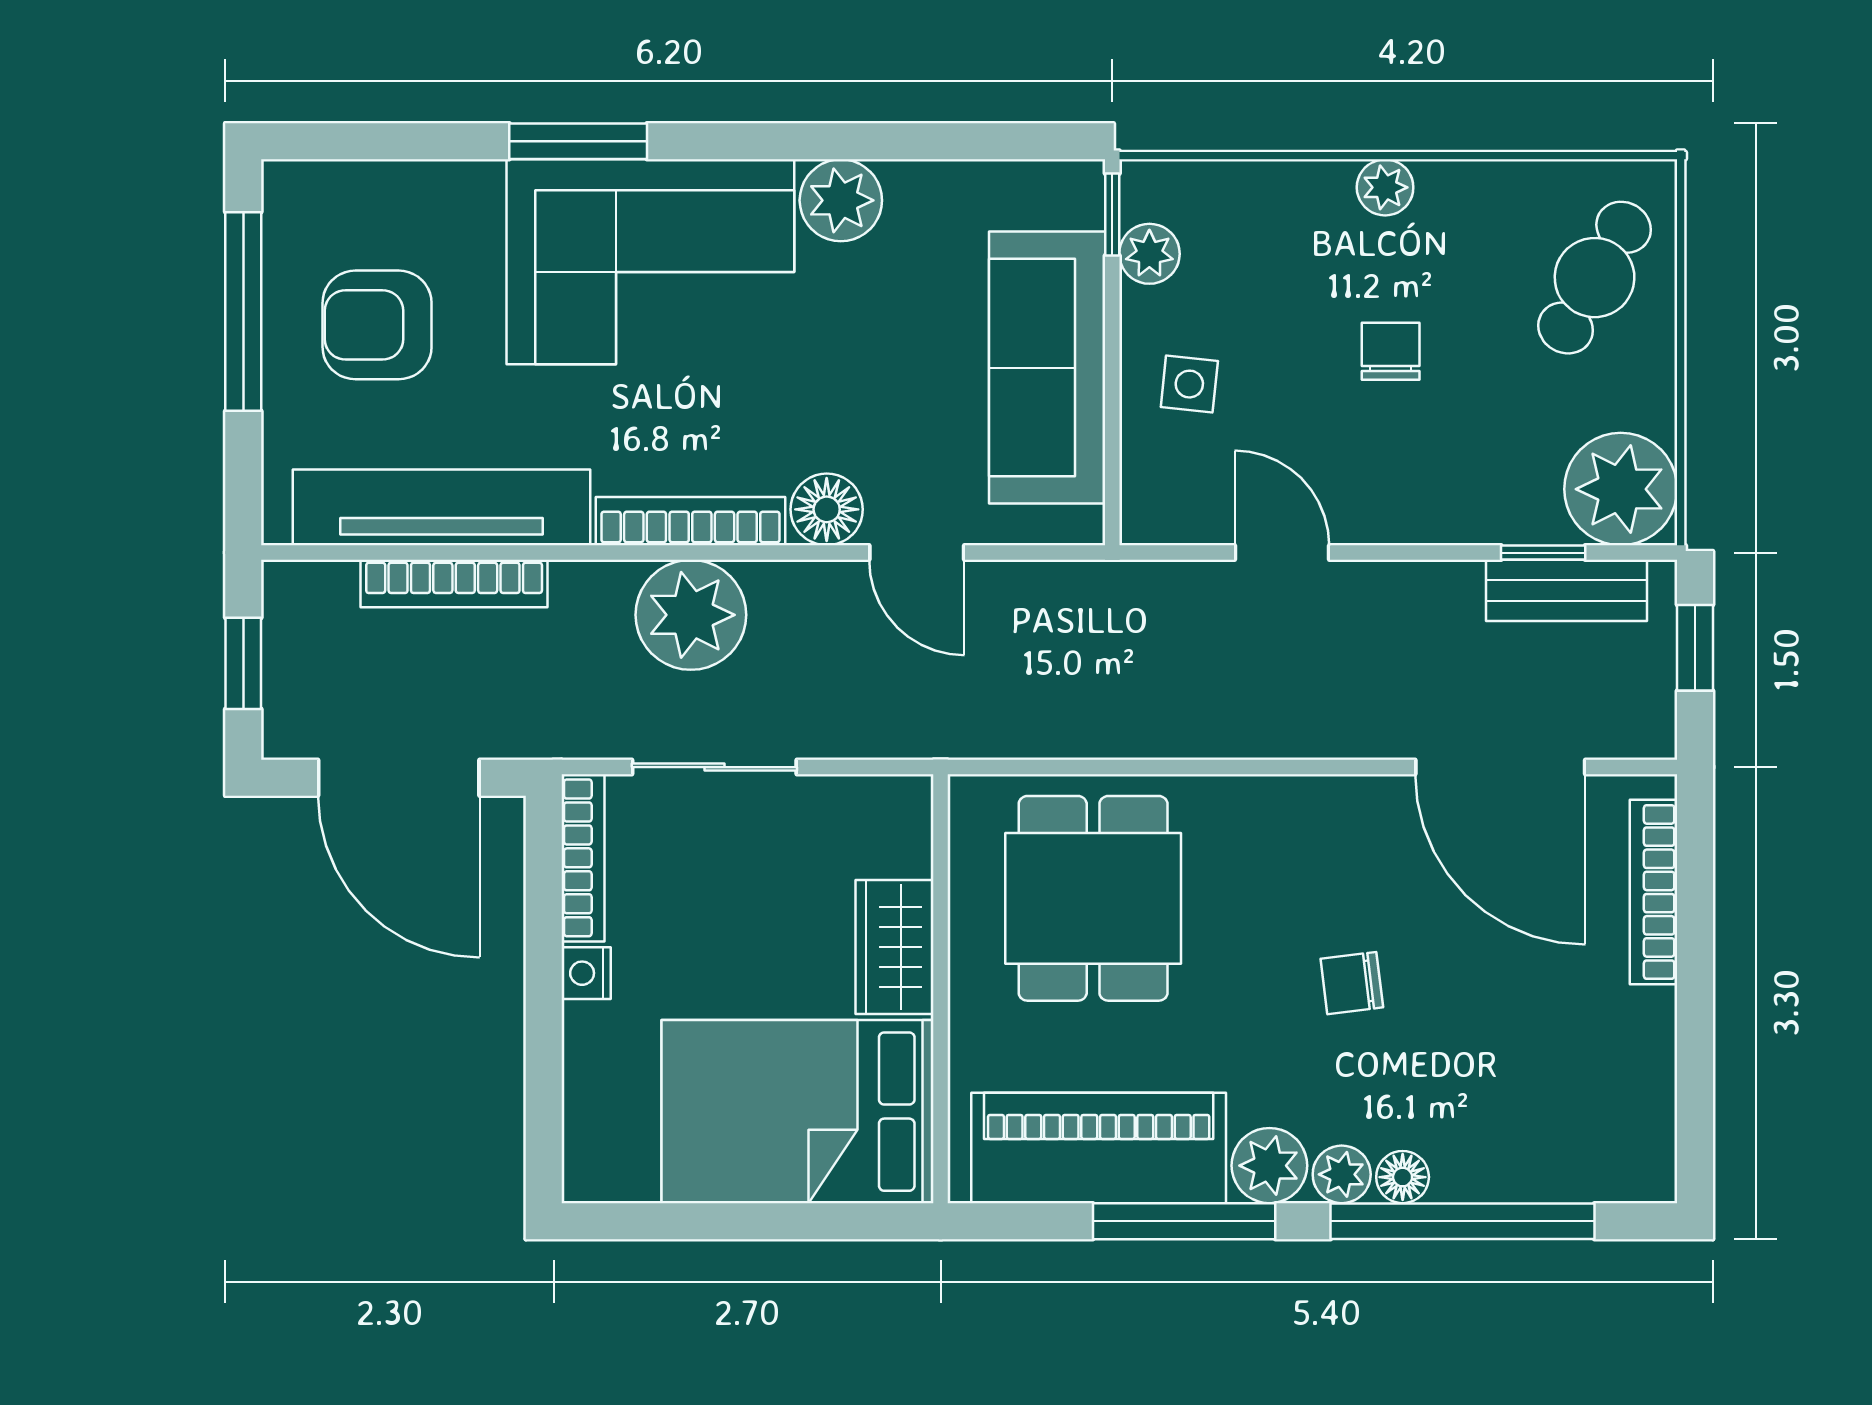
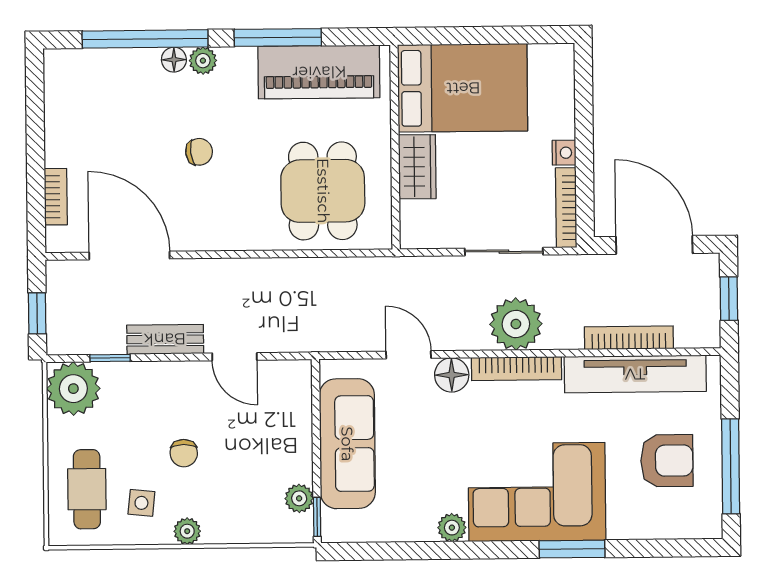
plant: (841, 200) -> (452, 528), width x0.73, depth x0.73
cafe table: (1595, 278) -> (87, 489), turned -30
side table: (1189, 384) -> (141, 503), moved
bench: (1566, 590) -> (165, 339), moved
bookcase: (1653, 892) -> (56, 197), width x0.64
plant: (1269, 1166) -> (237, 64), removed

